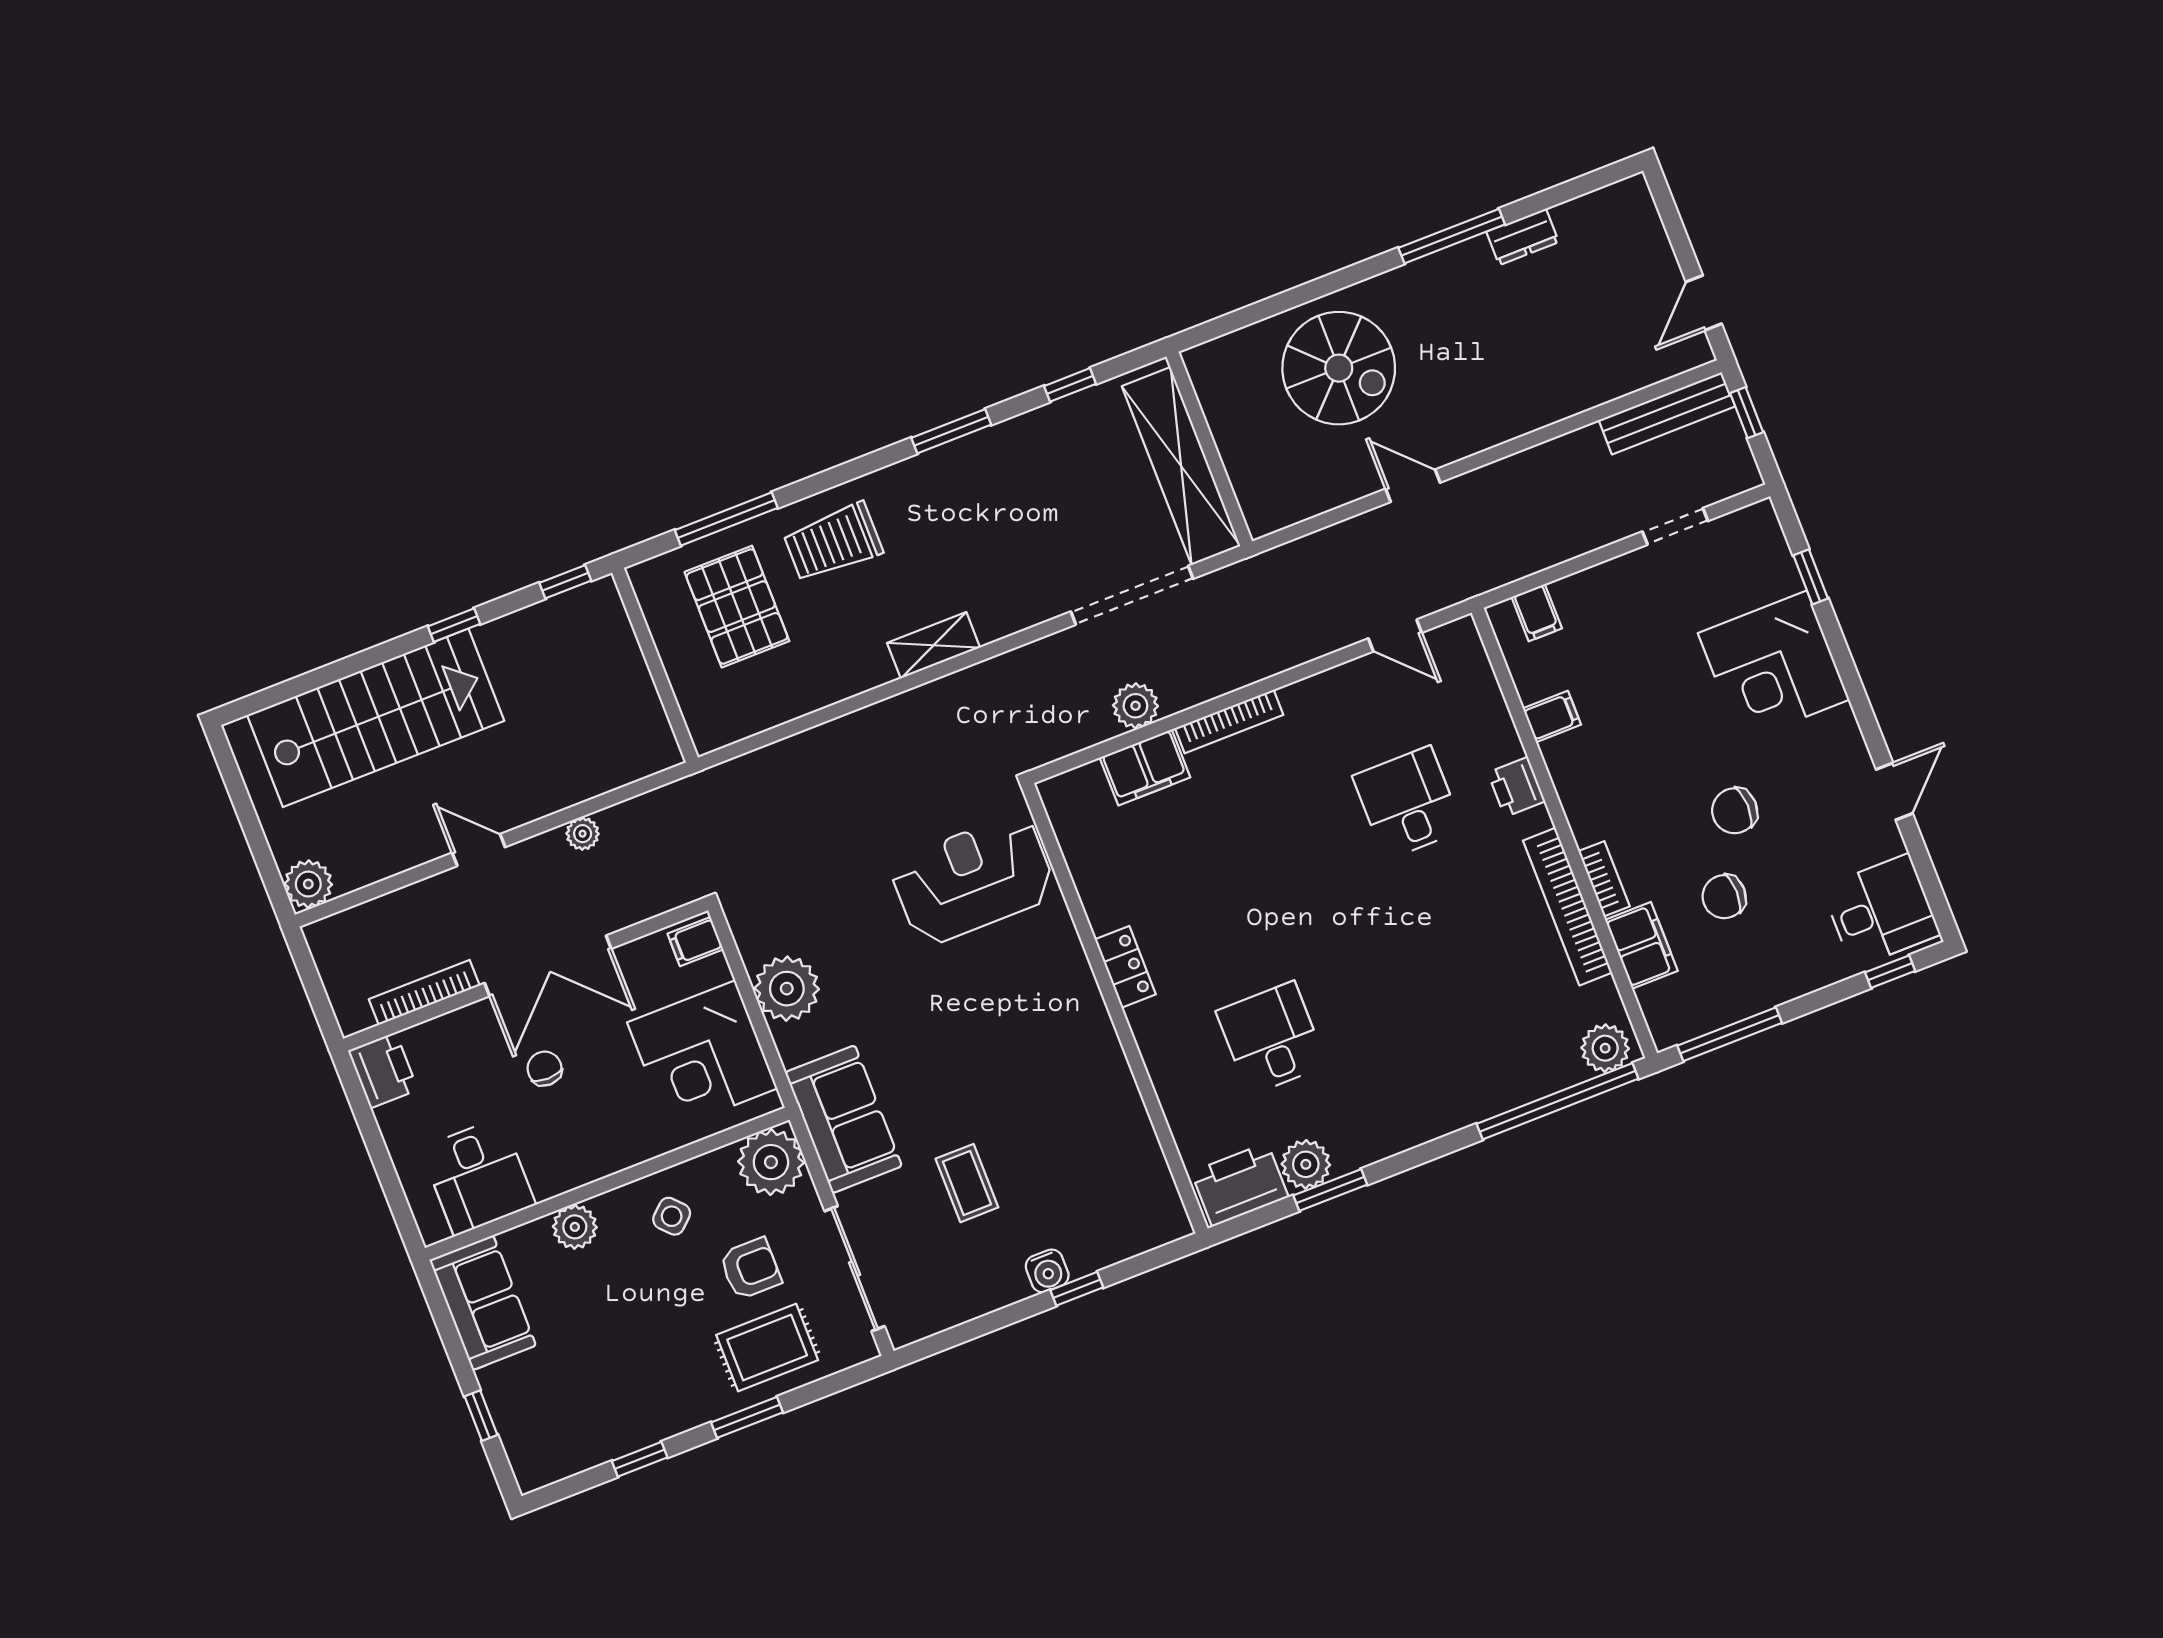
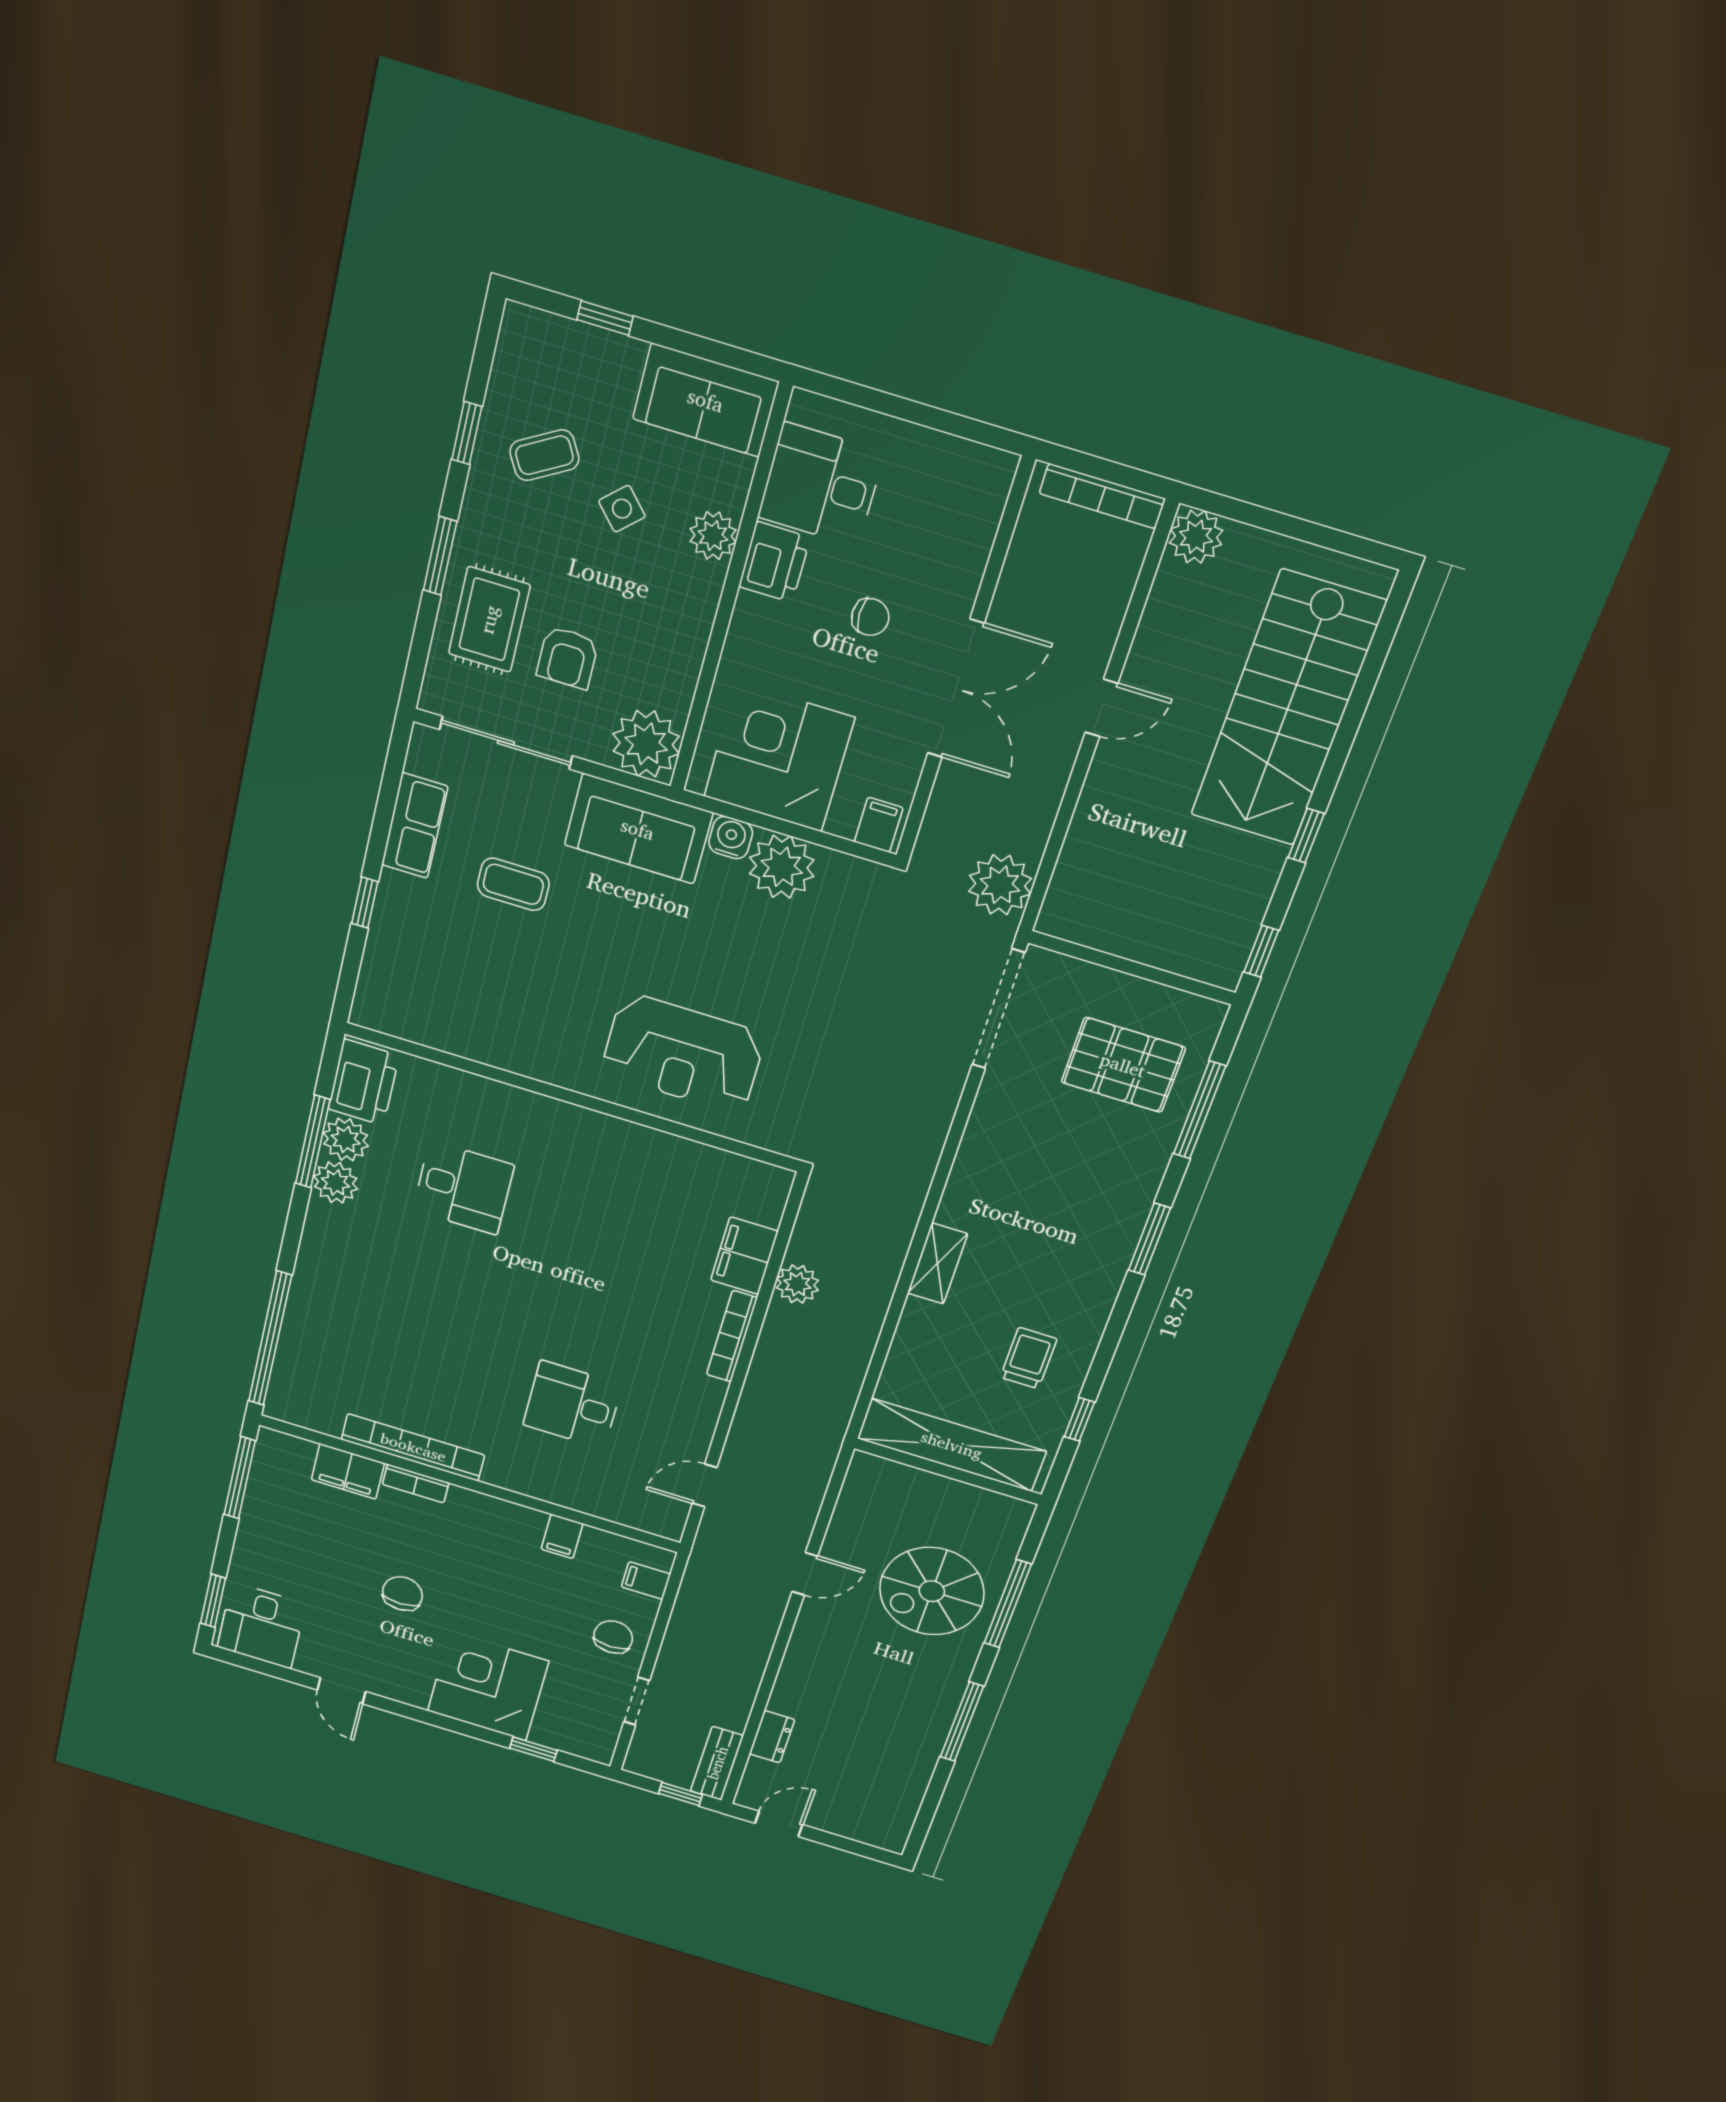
dresser: (1523, 237) -> (772, 1737), moved, turned 180
window: (1297, 296) -> (1008, 1604), added
door: (1704, 303) -> (779, 1824), hinge flipped
bench: (1667, 413) -> (717, 1763), width x0.73
window: (951, 431) -> (1149, 1239), moved
trolley: (833, 542) -> (1029, 1358), moved, width x0.73, depth x0.72
doorway: (1132, 595) -> (998, 1009), moved
shelving: (934, 645) -> (937, 1264), moved
printer: (1516, 787) -> (528, 1479), removed
desk: (1408, 803) -> (573, 1405), turned 180
plant: (583, 834) -> (1000, 885), moved, width x1.87, depth x1.87
reception desk: (973, 879) -> (683, 1053), moved, turned 90
chair: (1724, 897) -> (613, 1637), moved
double door: (548, 966) -> (956, 689), swing flipped
locker: (1125, 967) -> (599, 1129), removed
window: (1890, 972) -> (213, 1601), width x1.50
bookcase: (424, 992) -> (1102, 496), moved, turned 90
plant: (1605, 1048) -> (336, 1183), moved
printer: (383, 1070) -> (774, 562), moved, turned -90
window: (1330, 1190) -> (313, 1142), width x1.44
side table: (672, 1216) -> (622, 509), moved
water cooler: (1047, 1271) -> (731, 838), moved, turned 90
row of seats: (979, 1293) -> (415, 826), added
coffee table: (612, 1391) -> (544, 455), added

